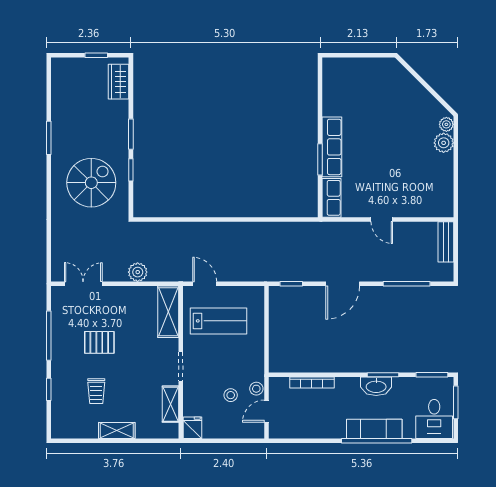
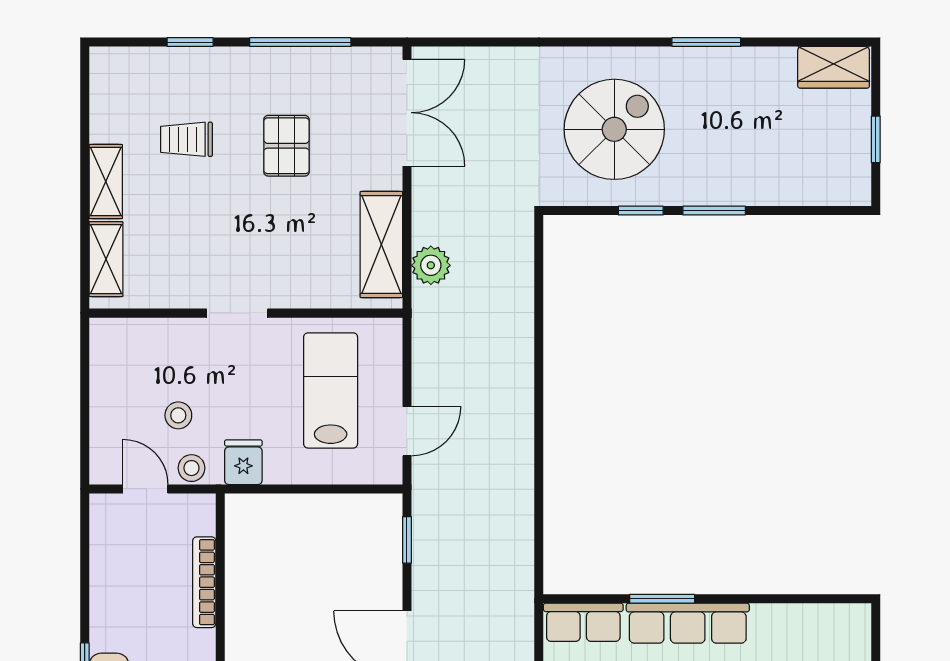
wardrobe: (119, 82) -> (834, 67), moved, turned 180
spiral stairs: (91, 183) -> (614, 129), turned -90
plant: (138, 272) -> (431, 265), moved
double door: (83, 284) -> (407, 113), width x1.37
door: (205, 284) -> (407, 431), moved
shelving: (168, 312) -> (381, 245), moved, turned 90
lab bench: (219, 321) -> (331, 390), turned 180
shelving: (170, 404) -> (106, 259), moved, turned 90
fridge: (192, 428) -> (243, 462), moved, turned -90

